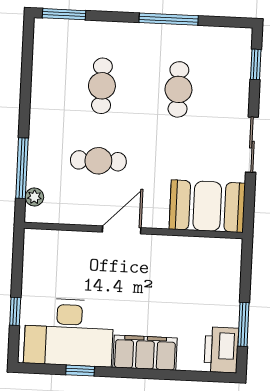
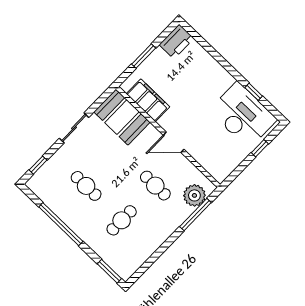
window: (169, 19) -> (61, 224), width x1.46
cafe table: (178, 89) -> (86, 186), turned 90
plant: (34, 197) -> (194, 195), width x1.88, depth x1.88
window: (243, 324) -> (144, 56), moved
filing cabinet: (145, 353) -> (148, 100), moved, turned 180

